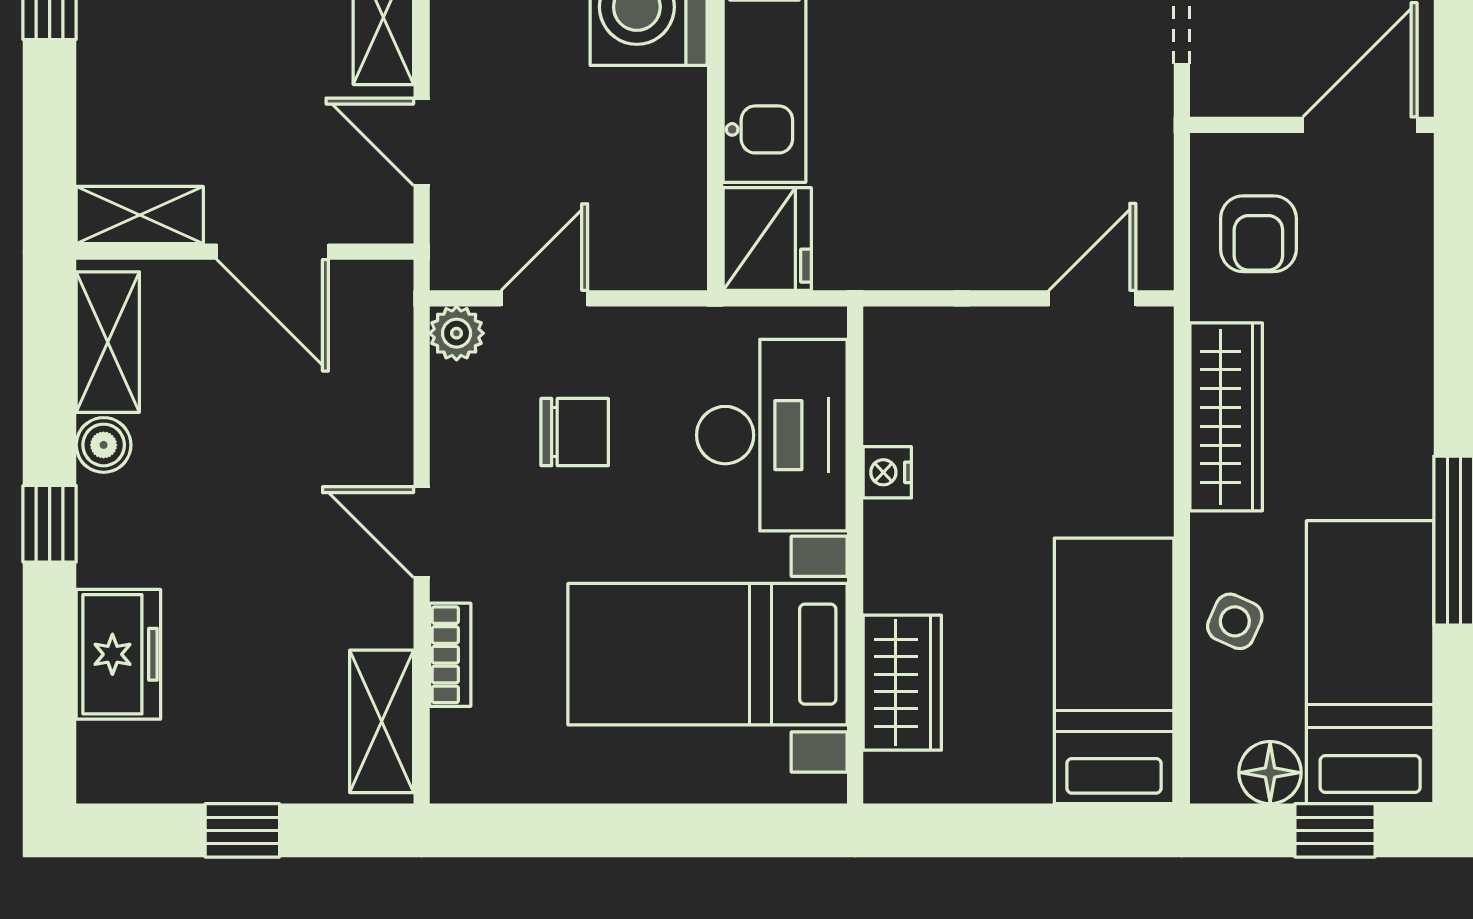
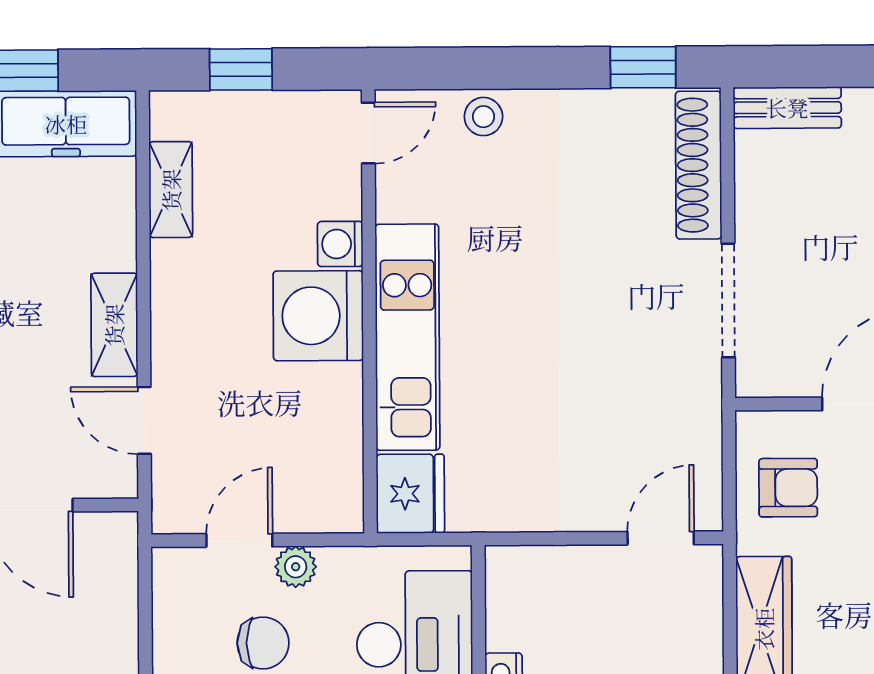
armchair: (1258, 234) -> (788, 488), turned -90
plant: (457, 333) -> (296, 567), moved

